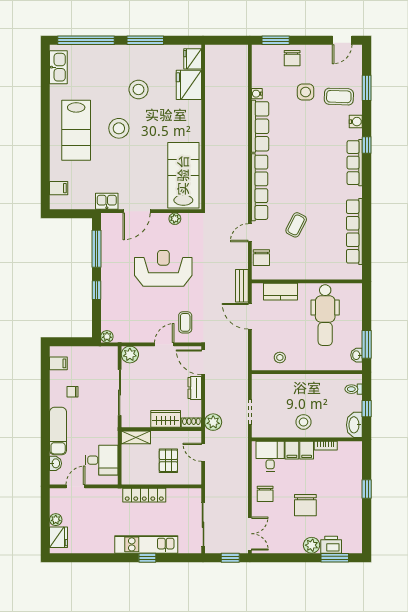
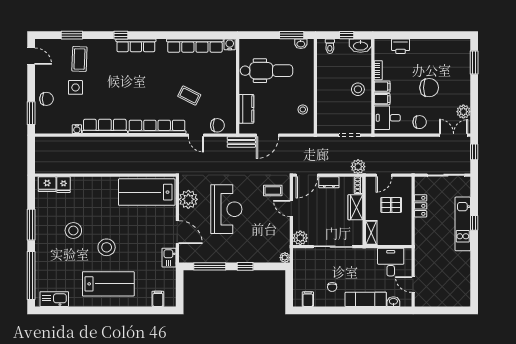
fridge: (189, 85) -> (64, 185), width x0.53, depth x0.75
water cooler: (356, 122) -> (230, 44), moved
plant: (175, 219) -> (188, 199), width x1.87, depth x1.87
reception desk: (163, 268) -> (226, 209), turned 180
window: (367, 489) -> (415, 35), removed
locker: (144, 495) -> (421, 206), moved, width x0.66
plant: (56, 520) -> (442, 301), removed
fridge: (59, 537) -> (457, 299), removed
plant: (312, 545) -> (463, 112), moved
printer: (331, 545) -> (401, 46), moved, turned -90

